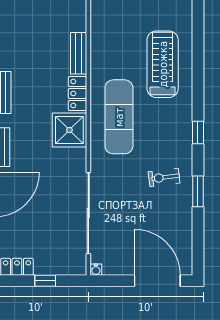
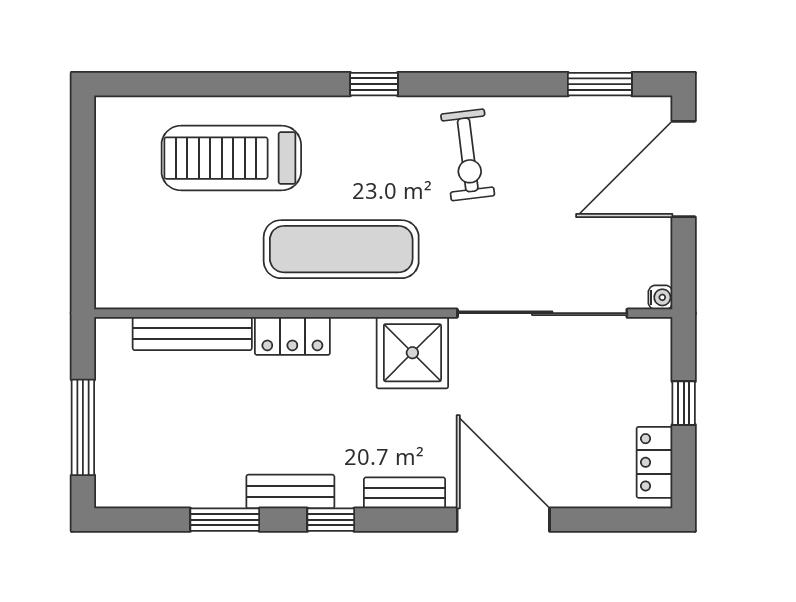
bench: (79, 53) -> (192, 334), width x1.36
shower: (69, 130) -> (412, 353), moved
exercise bike: (164, 177) -> (468, 155), width x1.38, depth x1.39
window: (198, 191) -> (600, 84), moved

